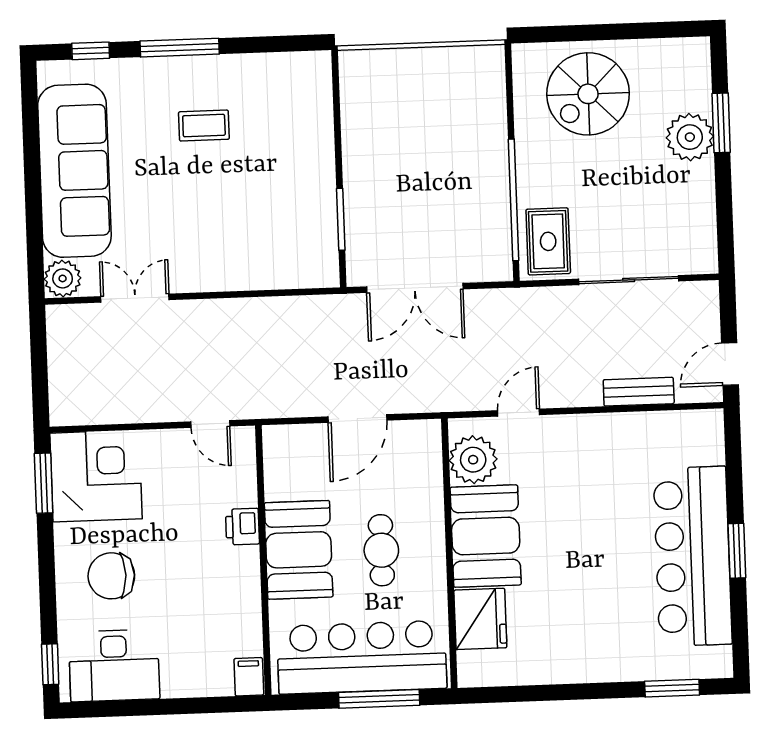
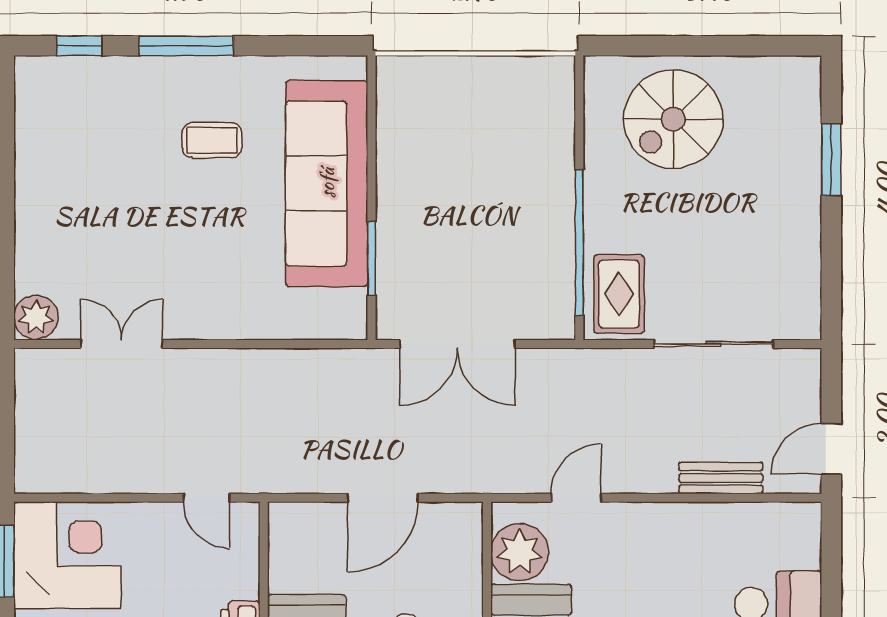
plant: (690, 137) -> (793, 175), removed
sofa: (74, 171) -> (327, 183), moved, turned 180

